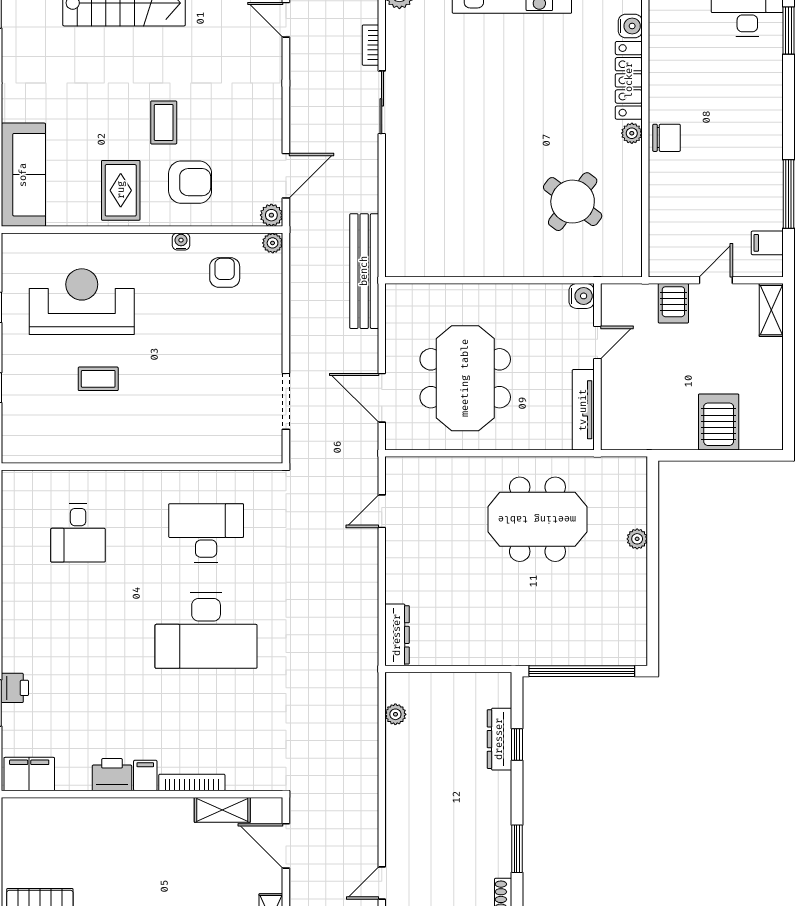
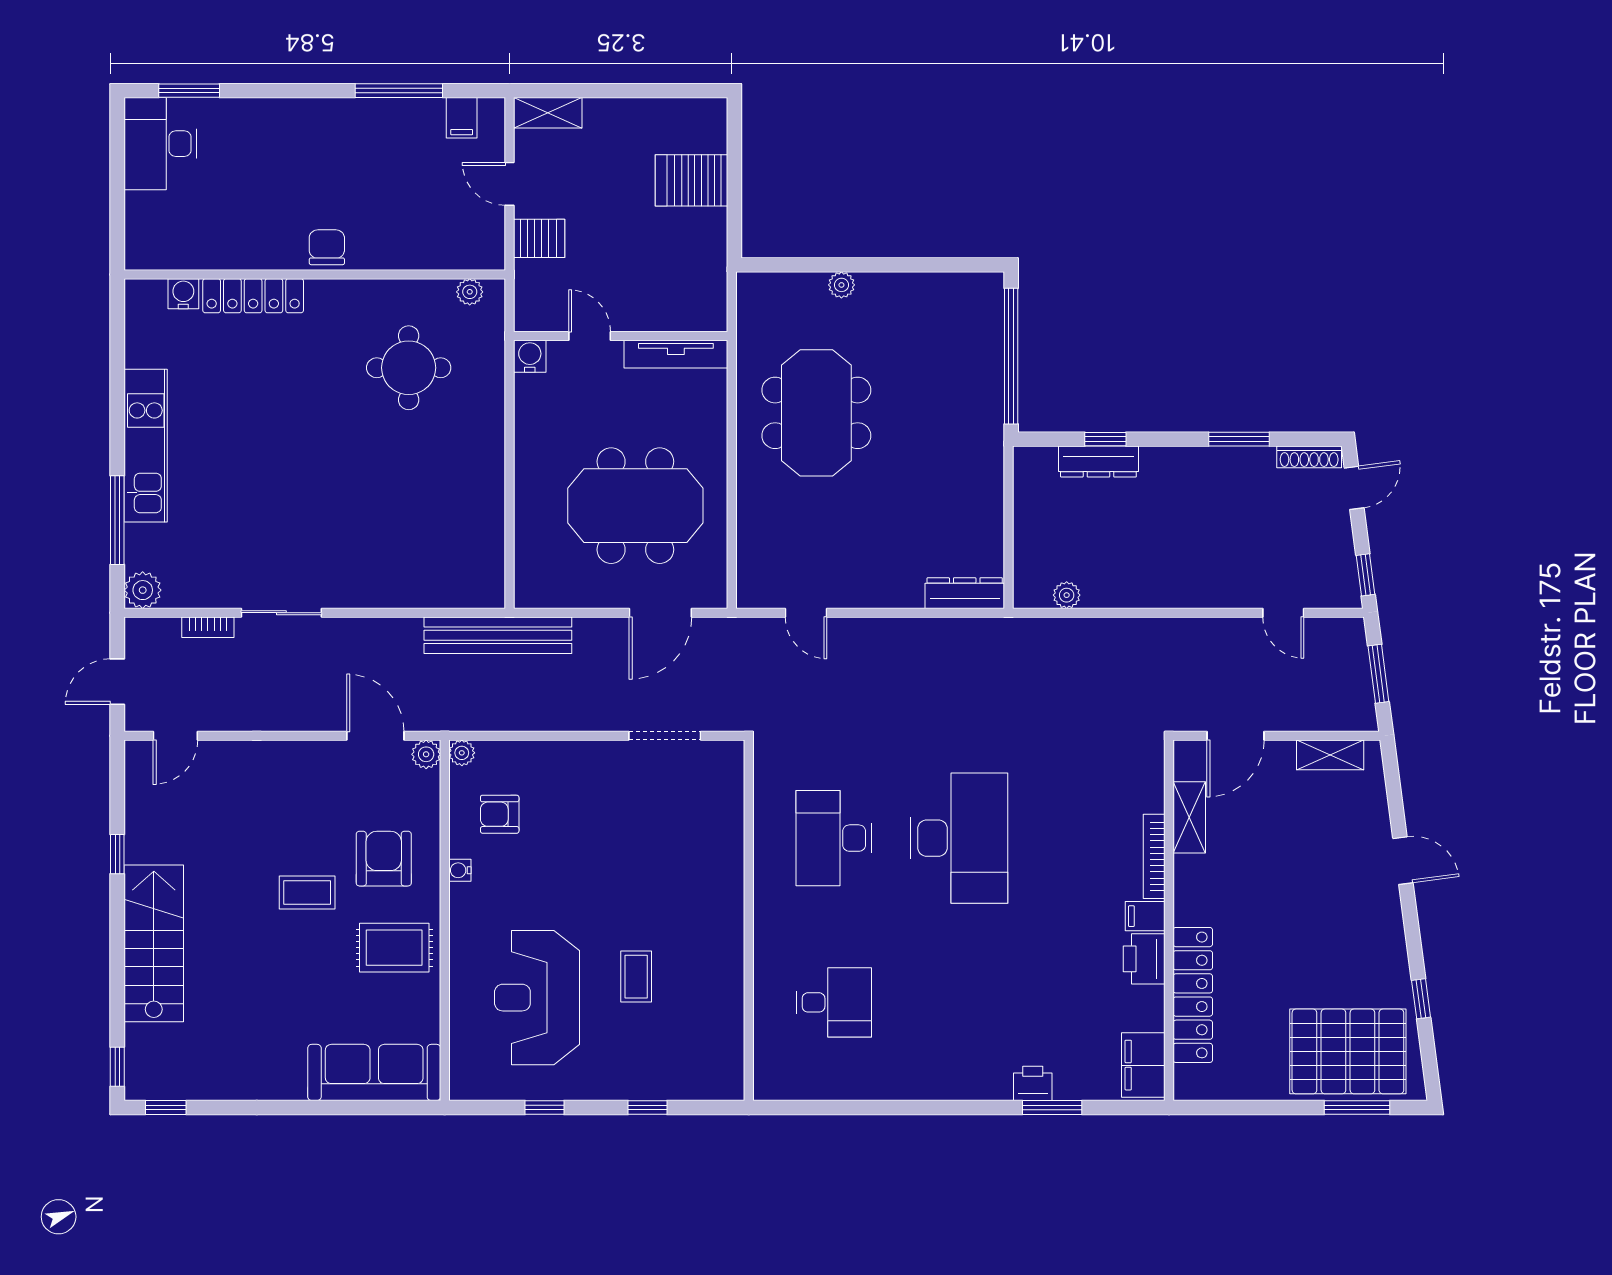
plant: (632, 133) -> (470, 292), moved
round table: (573, 202) -> (409, 368), turned -37
locker: (84, 813) -> (1193, 995), added

